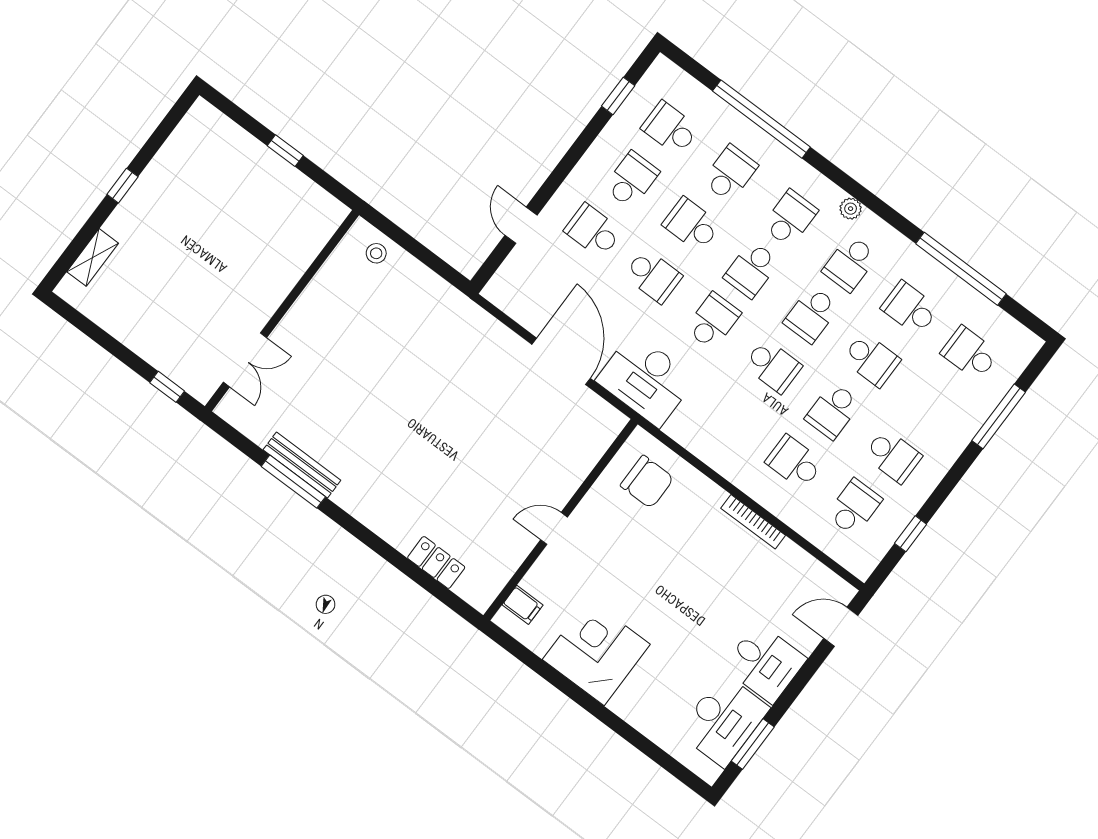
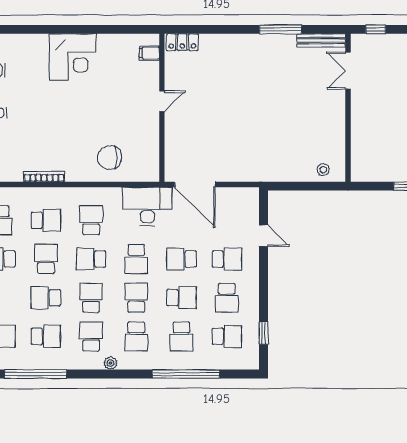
school desk: (734, 417) -> (91, 220), added
bench: (302, 465) -> (321, 41), moved
wall: (561, 520) -> (162, 108), moved
door: (554, 528) -> (162, 101), moved
filing cabinet: (523, 605) -> (149, 53), moved

